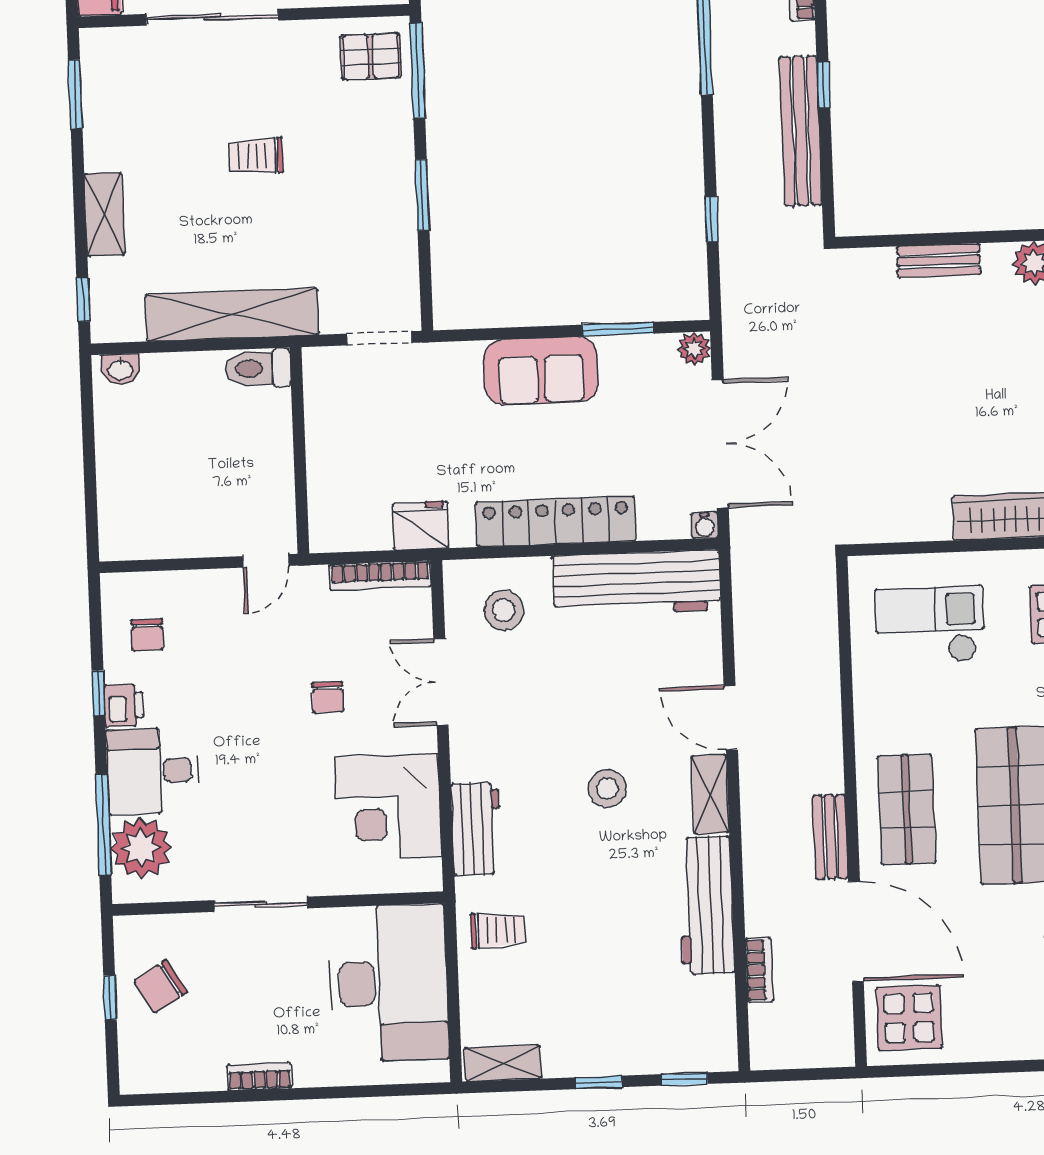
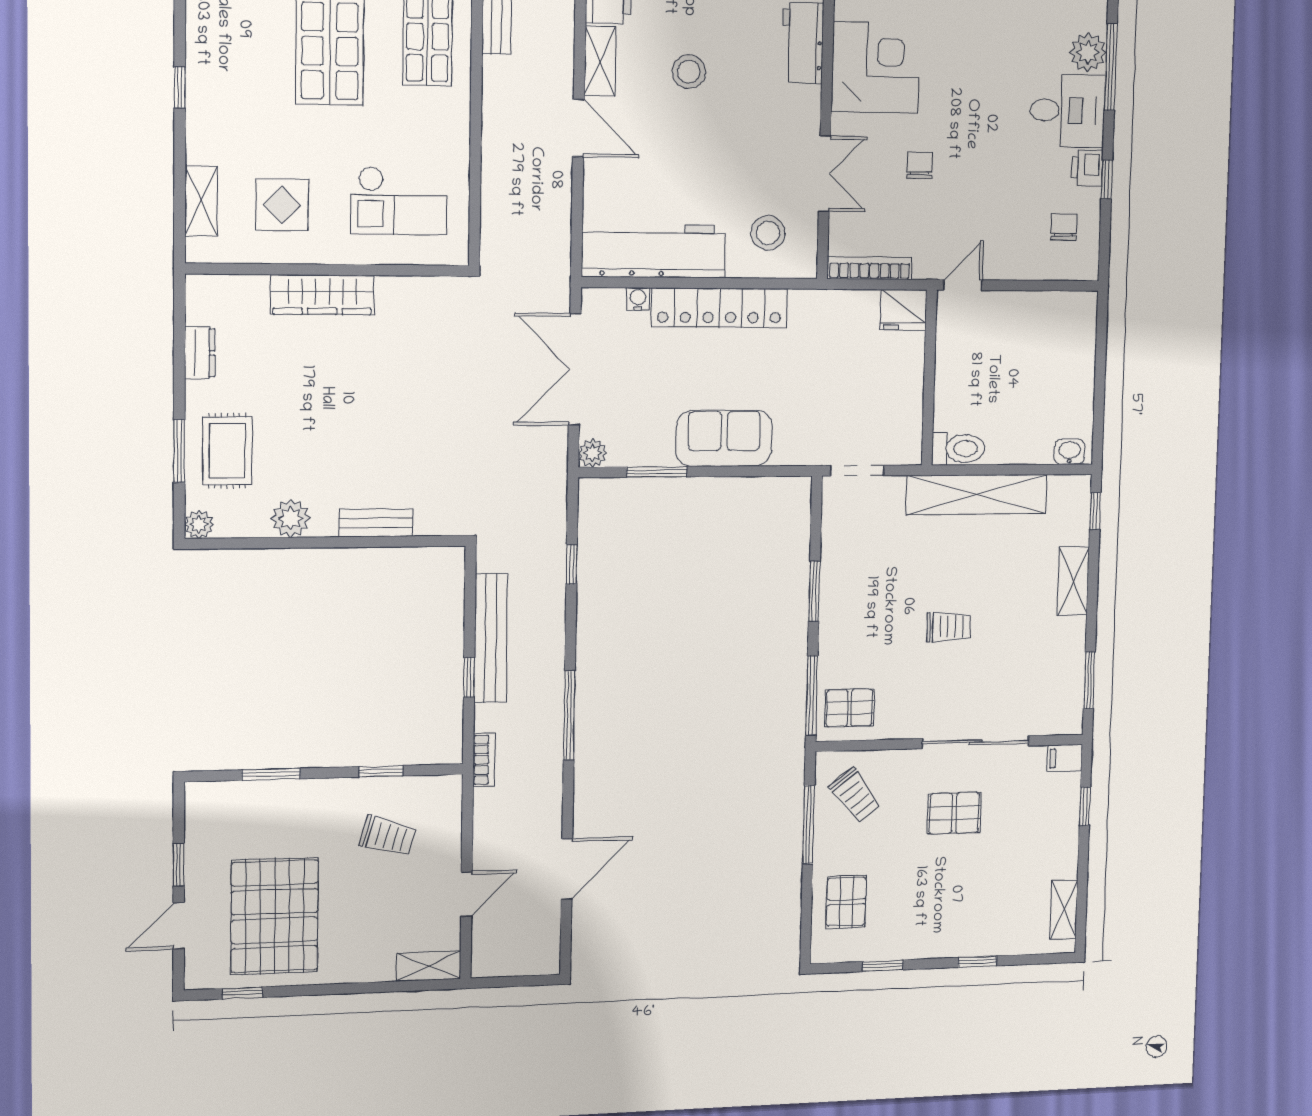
water cooler: (705, 525) -> (638, 299), moved
fridge: (421, 526) -> (903, 310), moved
plant: (141, 848) -> (1088, 52), width x0.73, depth x0.73

